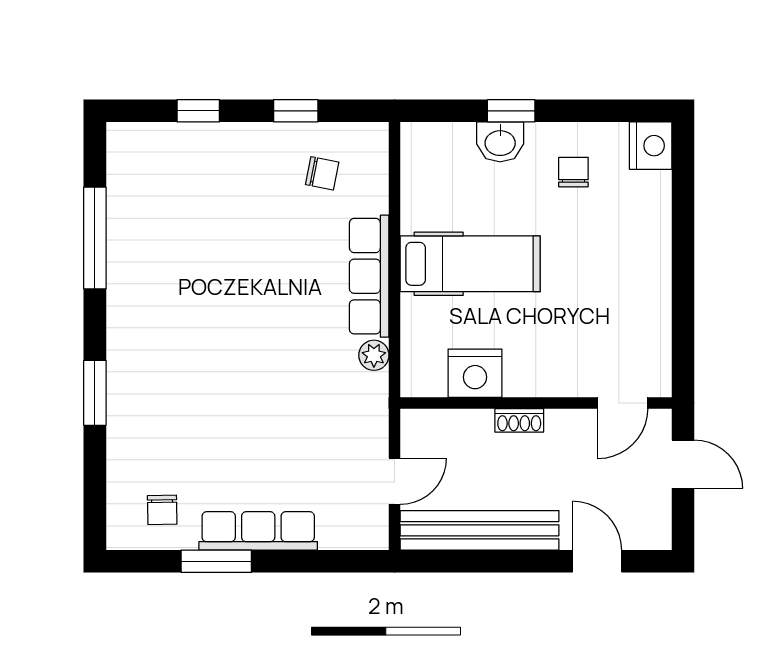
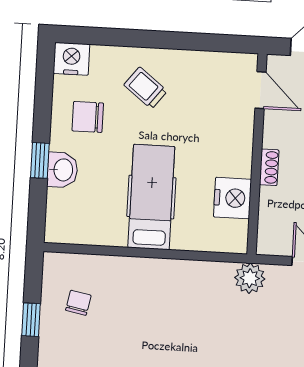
chair: (573, 172) -> (88, 117), width x1.37, depth x1.37
trolley: (617, 248) -> (146, 88), added
row of seats: (369, 276) -> (156, 272), removed
plant: (374, 355) -> (250, 278), moved, width x1.38, depth x1.38

